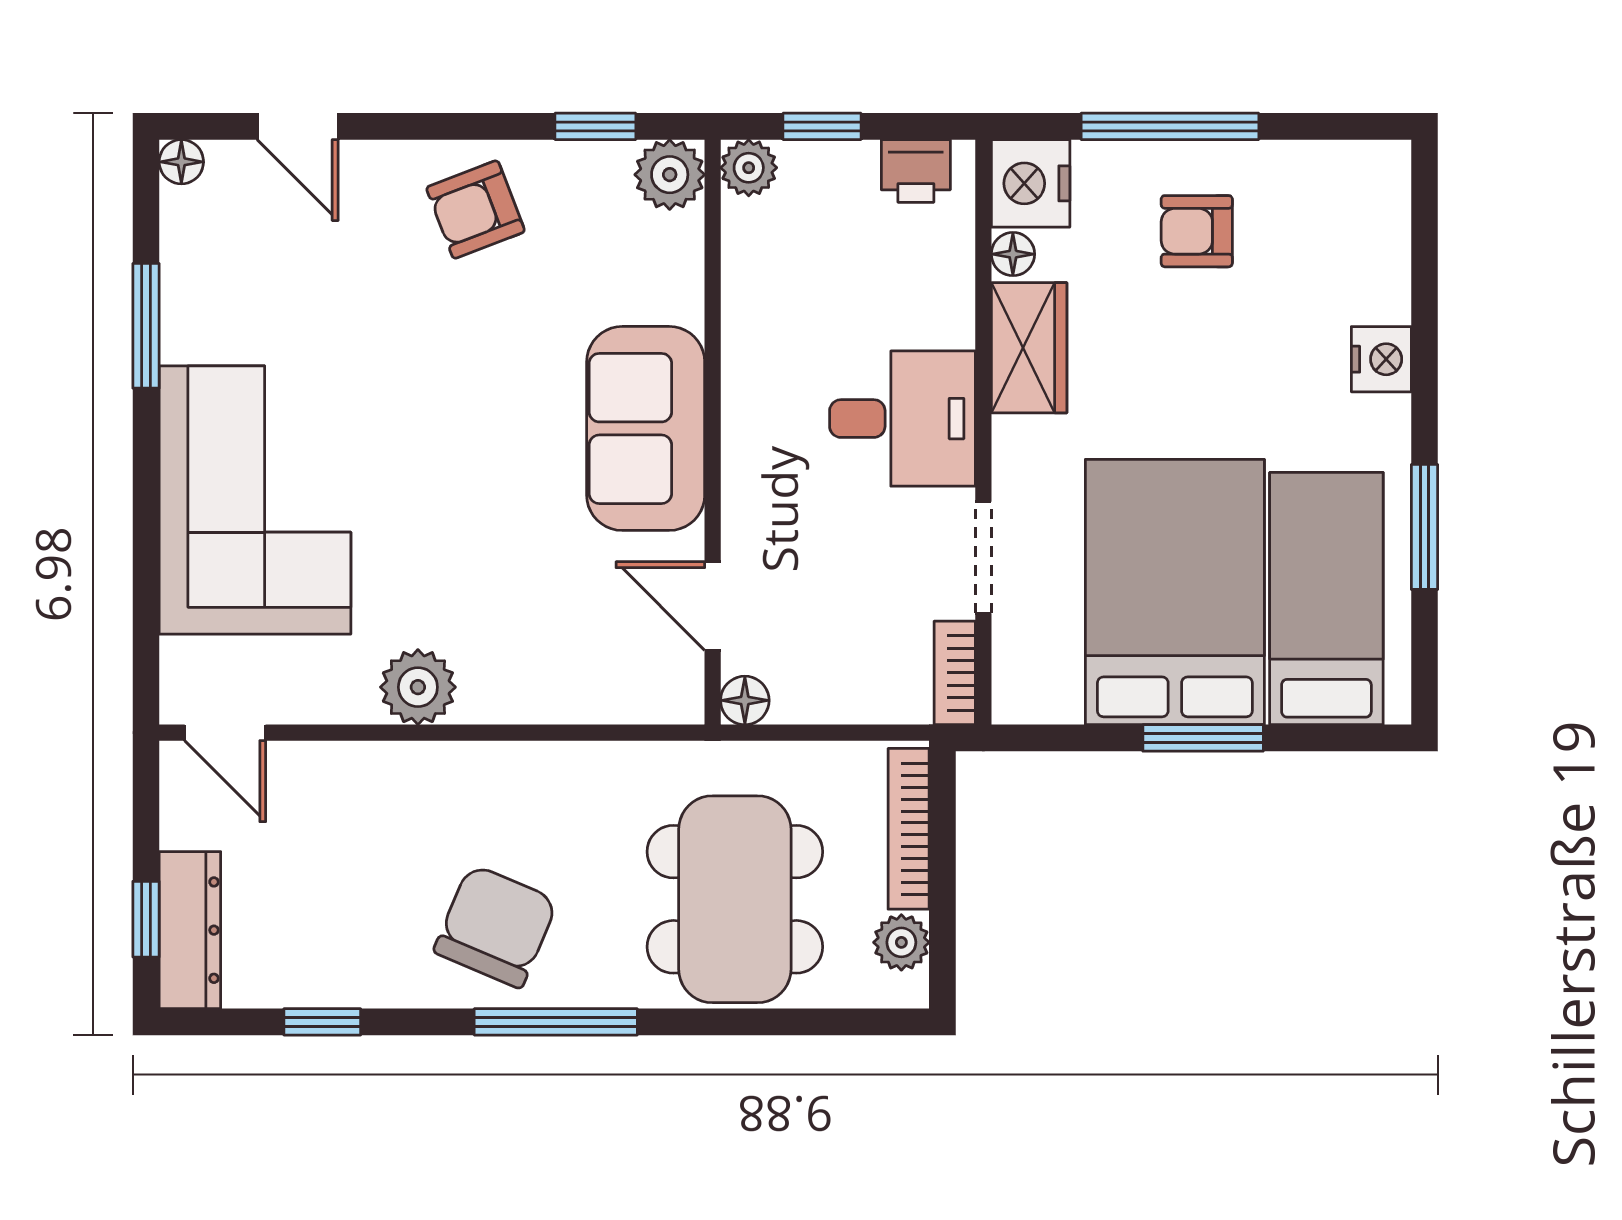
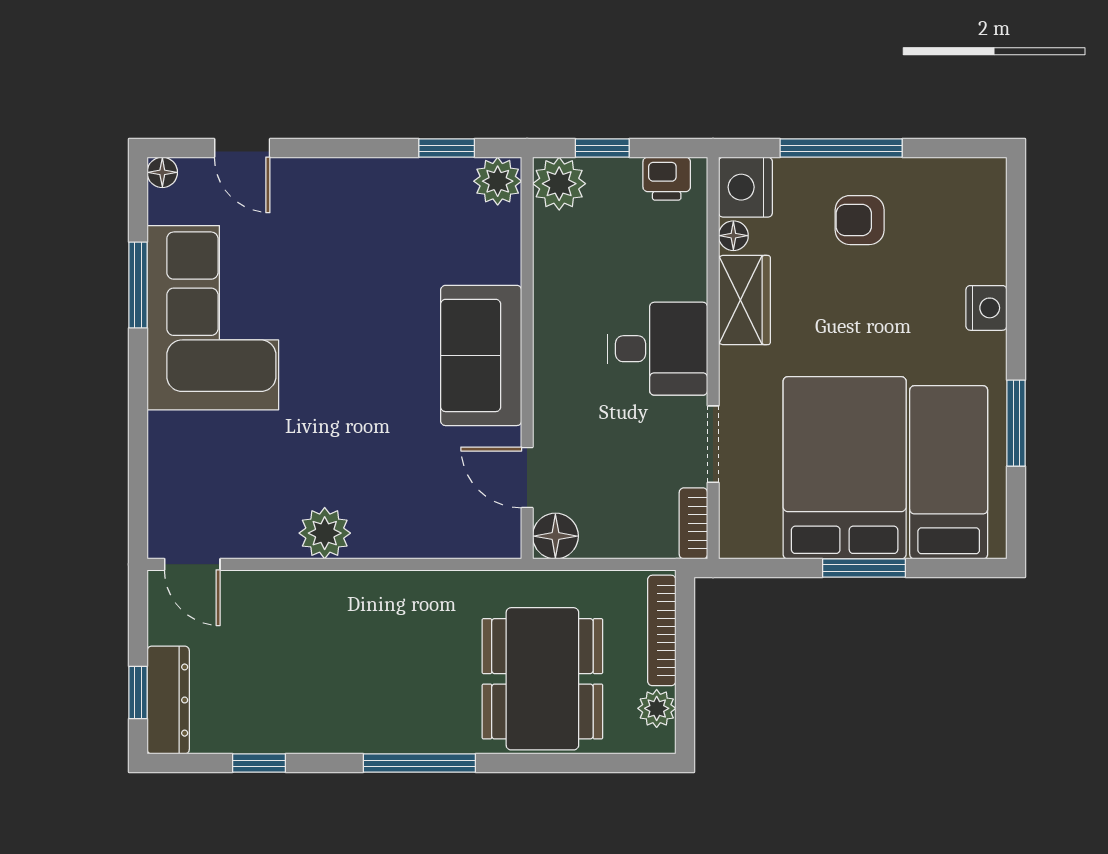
plant: (749, 168) -> (559, 184), width x1.38, depth x1.38
armchair: (476, 210) -> (364, 205), removed
corner sofa: (255, 500) -> (213, 318), moved
floor lamp: (745, 700) -> (555, 536), width x1.37, depth x1.37
chair: (496, 926) -> (378, 697), removed

